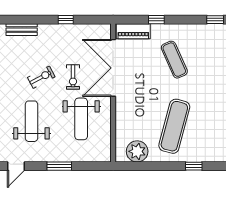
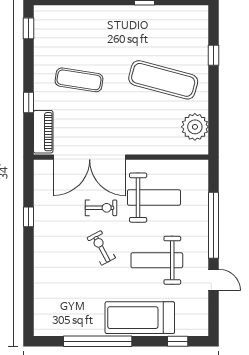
bench: (22, 30) -> (41, 273), removed
exercise mat: (174, 60) -> (79, 80), turned 33
window: (59, 166) -> (214, 225), width x2.11

